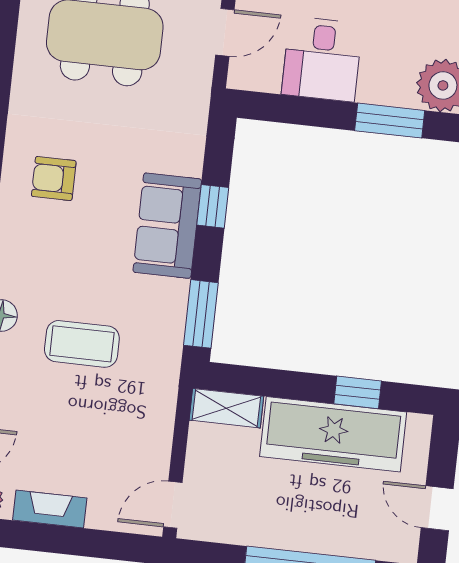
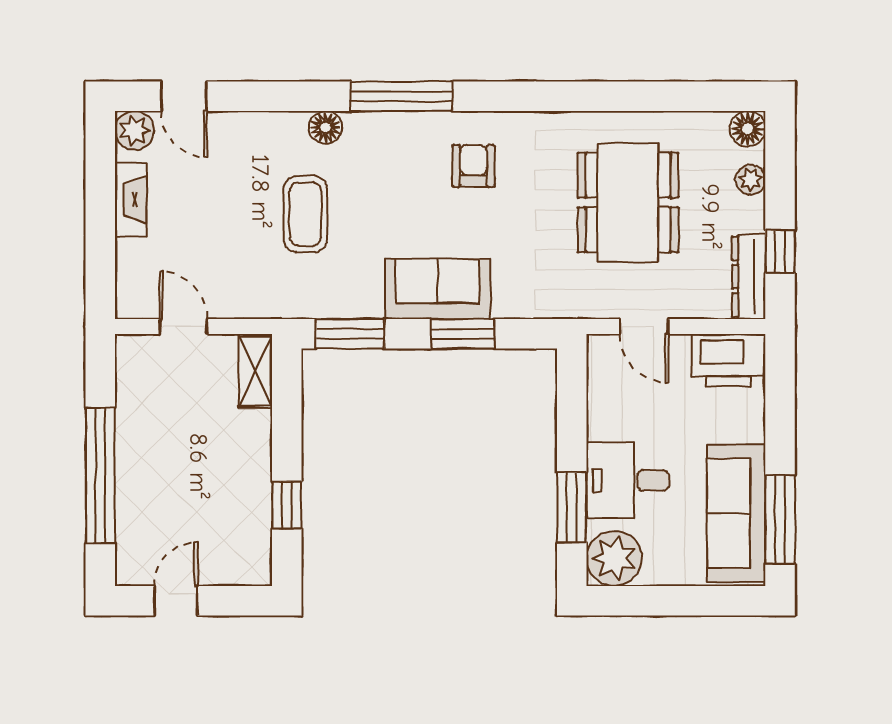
desk: (322, 59) -> (628, 480), moved
window: (213, 206) -> (463, 334), width x1.50
freezer: (333, 434) -> (240, 485), removed
door: (173, 505) -> (183, 327), moved

